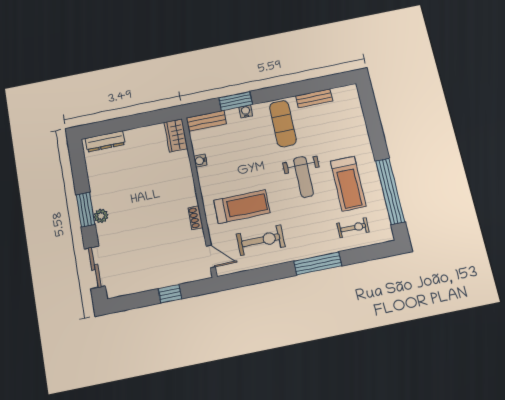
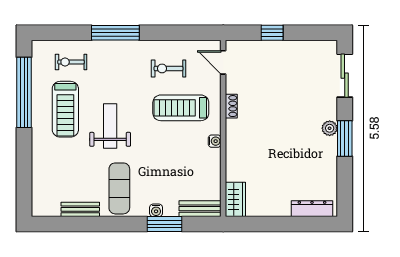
water cooler: (200, 161) -> (215, 141), moved
treadmill: (348, 184) -> (65, 109), turned 180
exercise bike: (261, 240) -> (168, 68), width x0.73, depth x0.72

